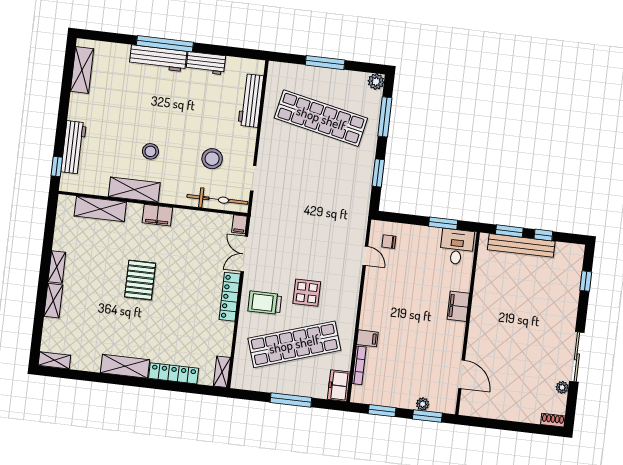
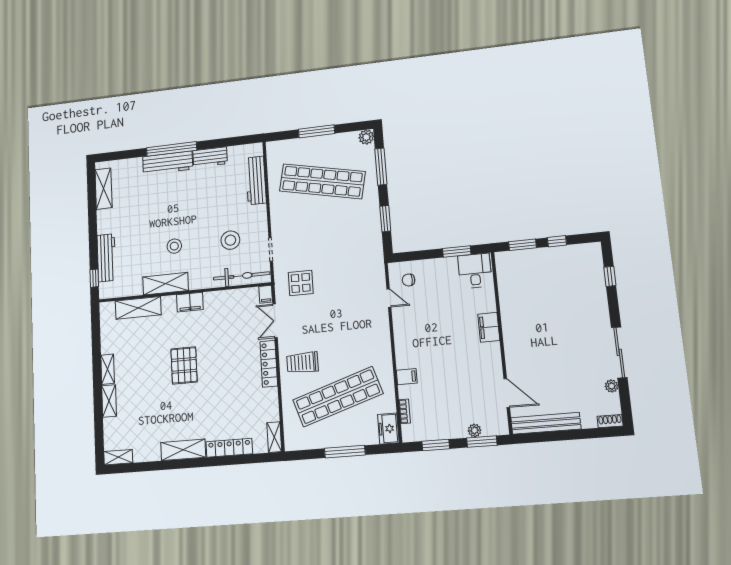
bench: (521, 245) -> (546, 423), moved
display table: (307, 293) -> (301, 283), moved
bookcase: (359, 365) -> (405, 411), width x0.64

